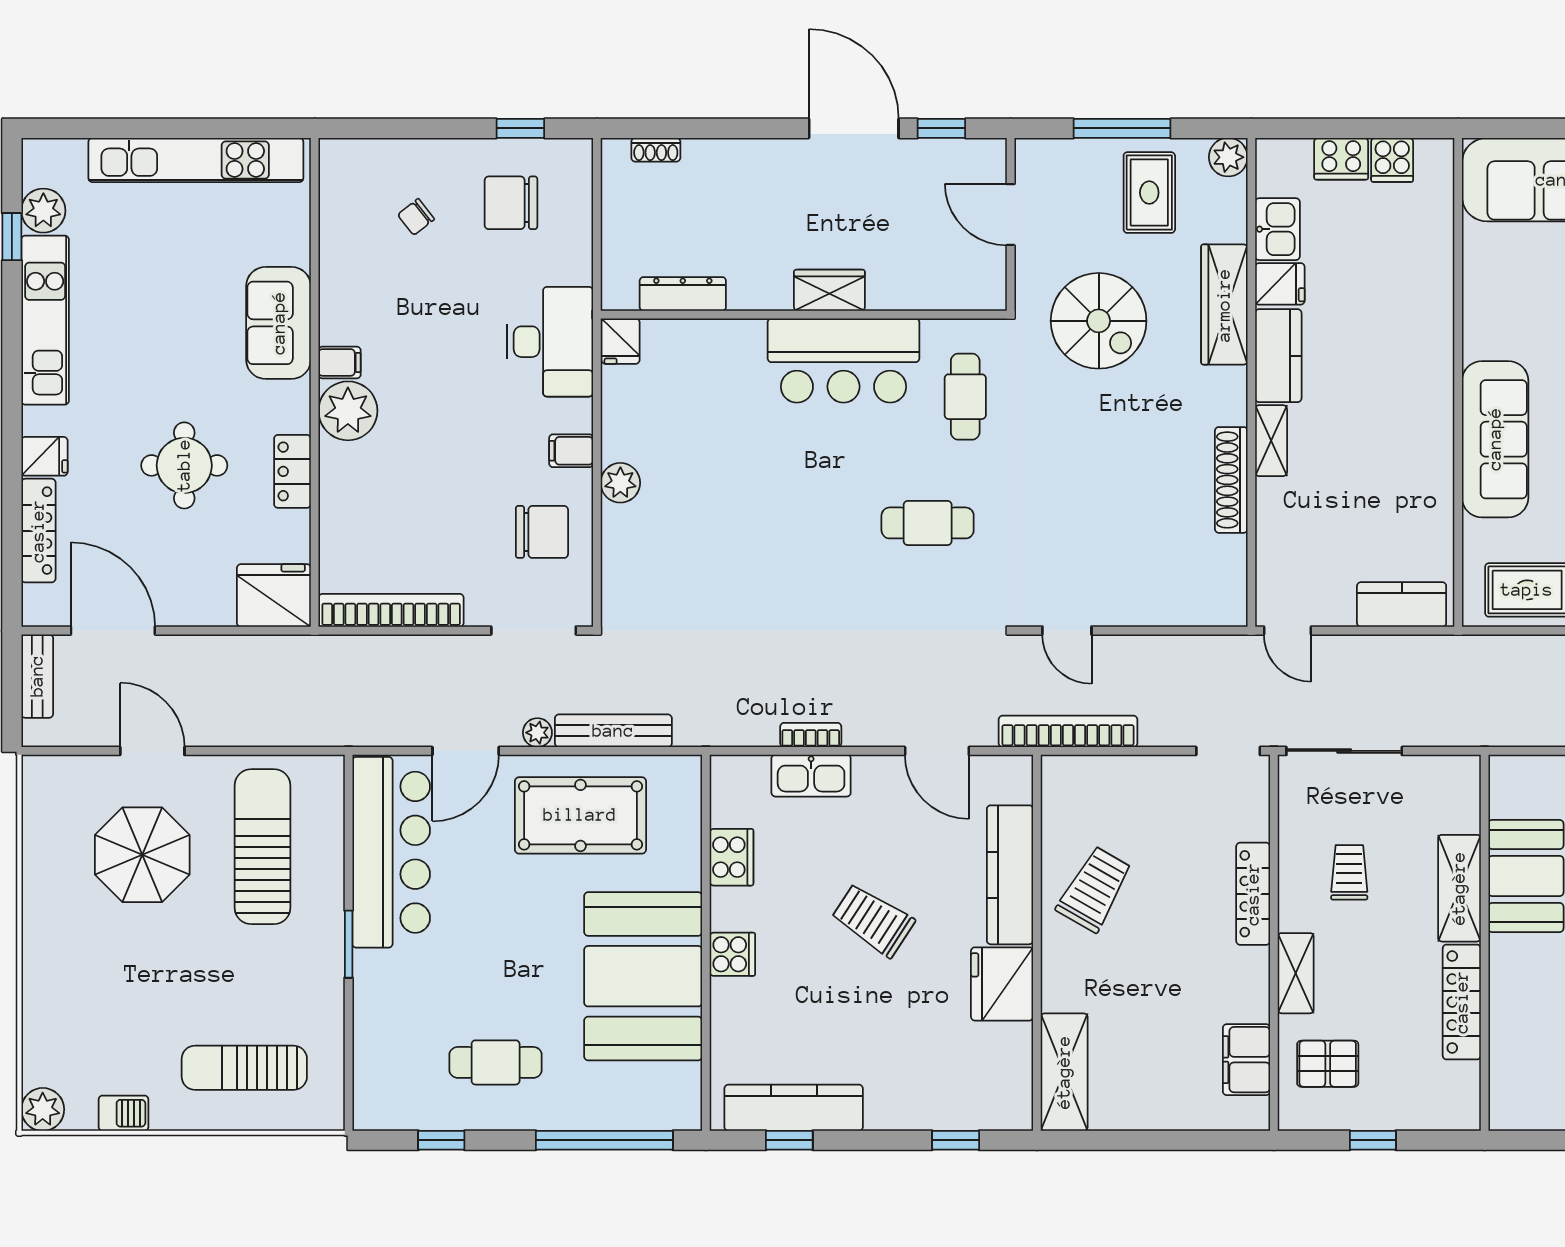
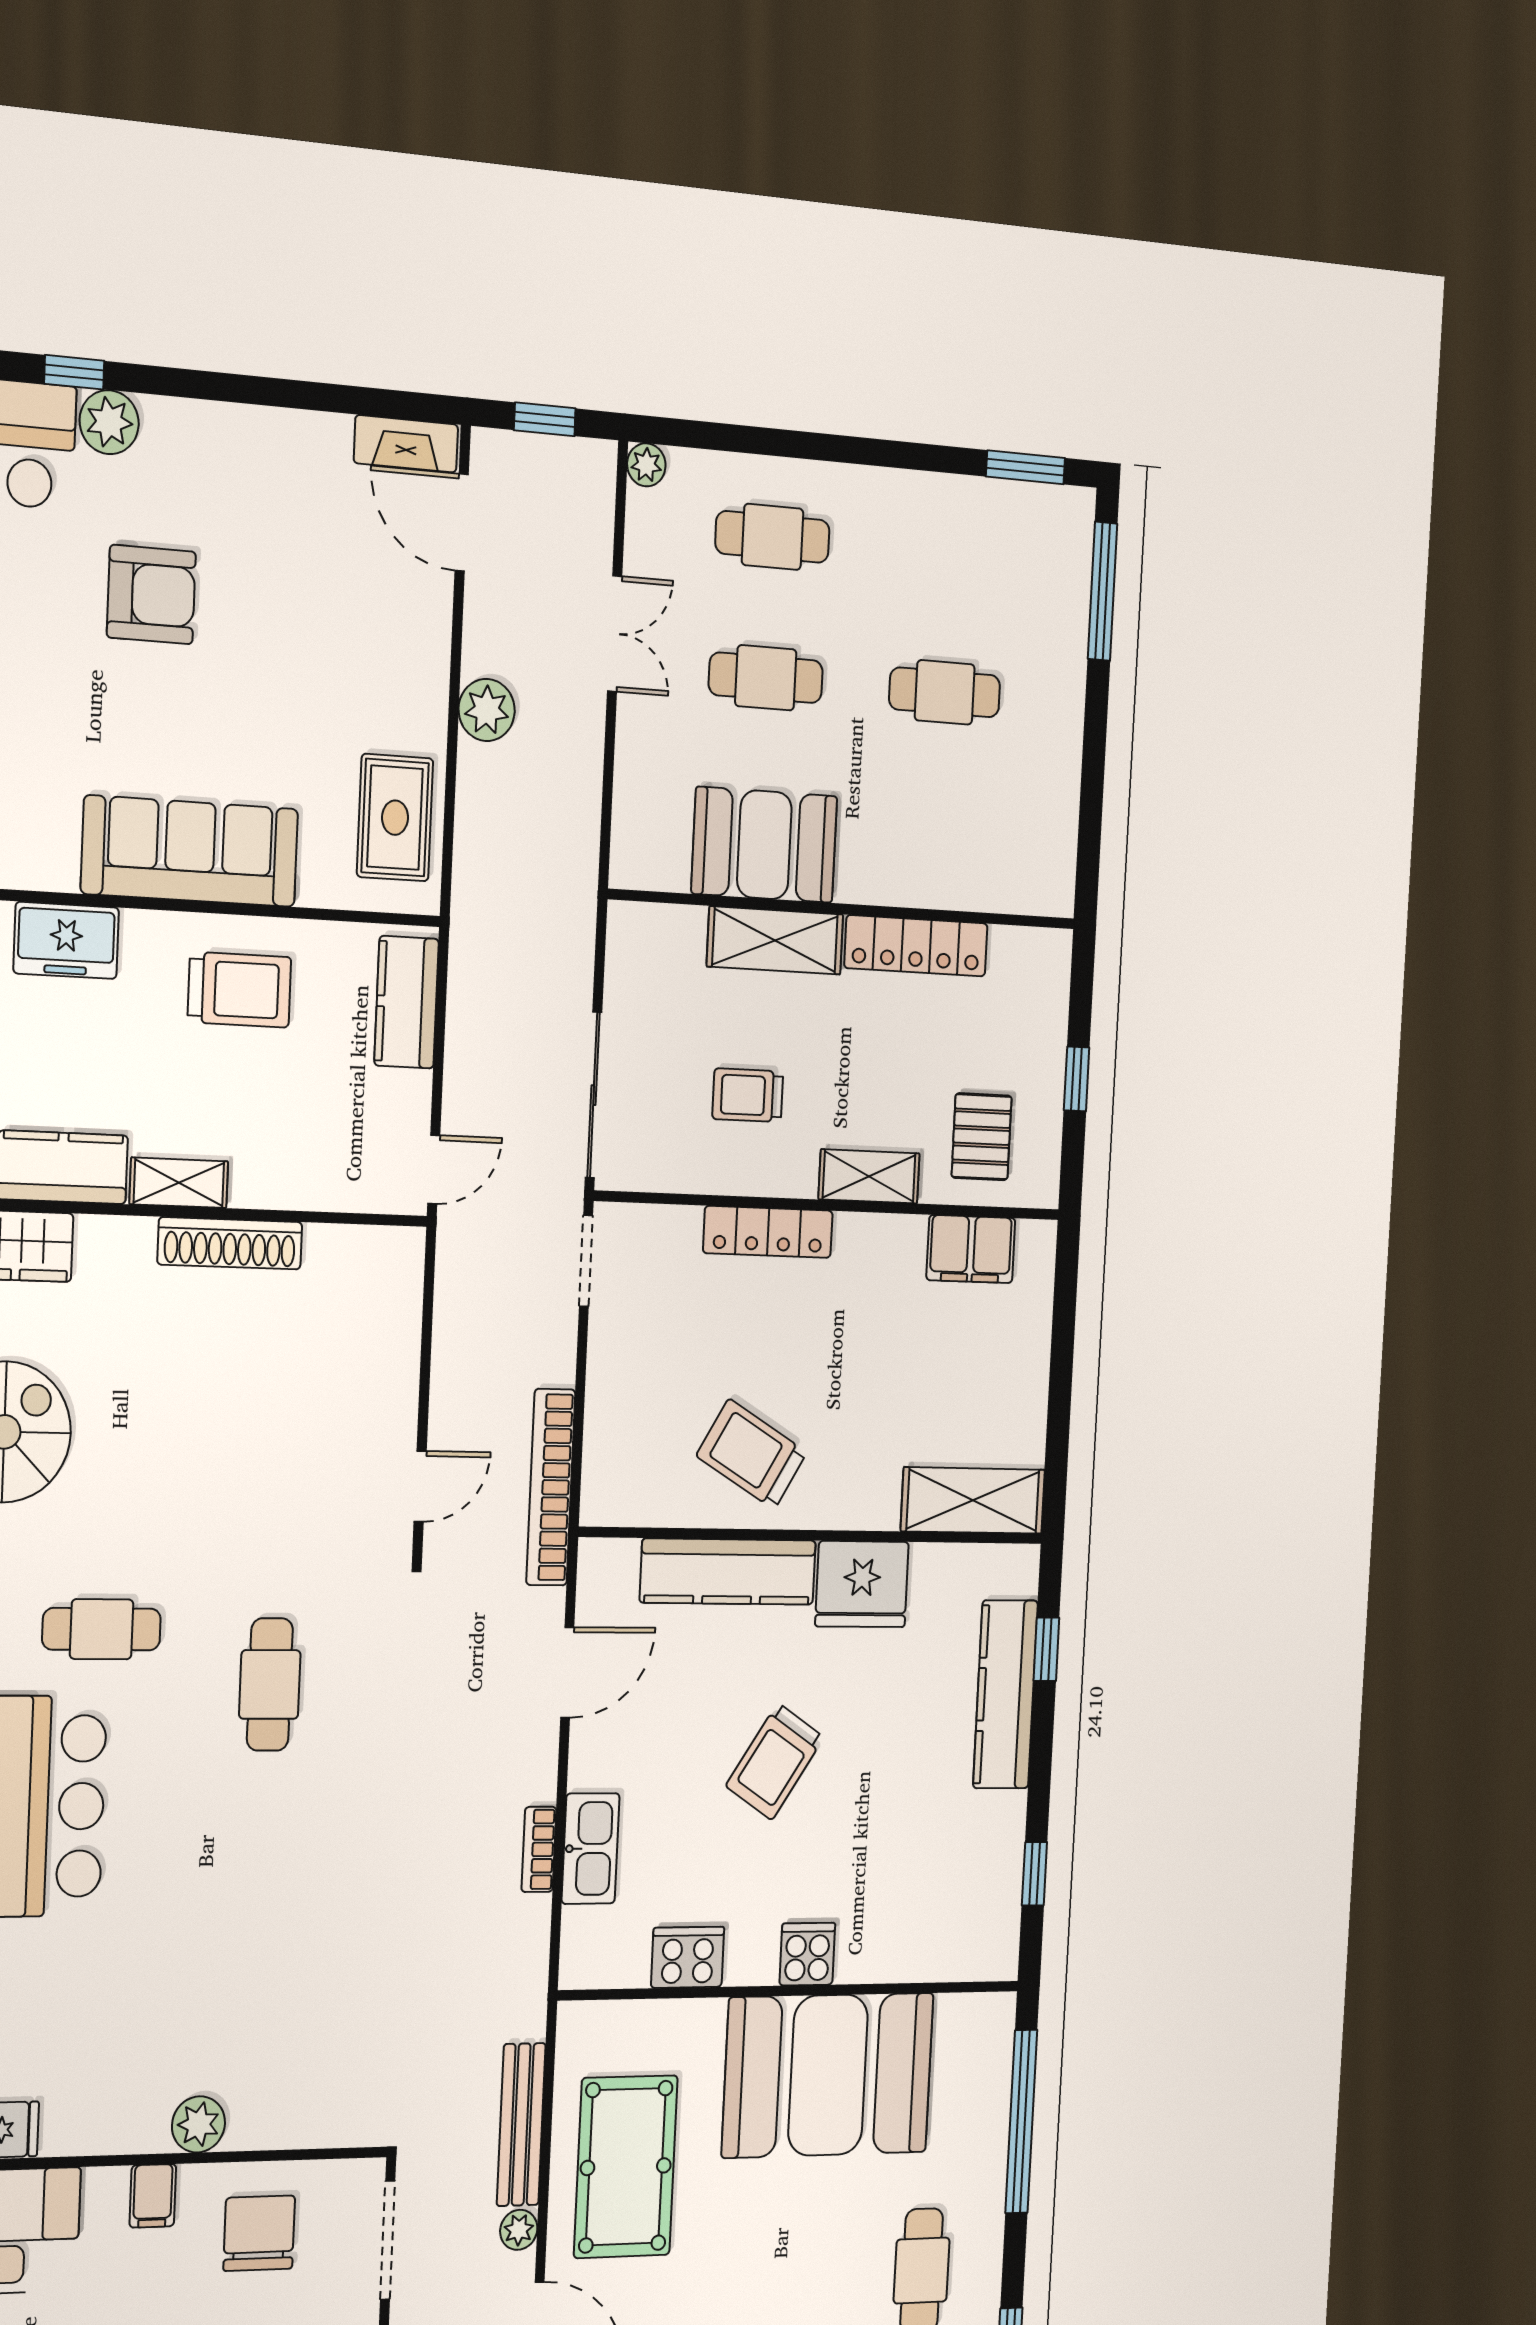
freezer: (1430, 352) -> (66, 940), added
trolley: (1404, 480) -> (239, 990), added
kitchen counter: (794, 1108) -> (1005, 1694), moved

